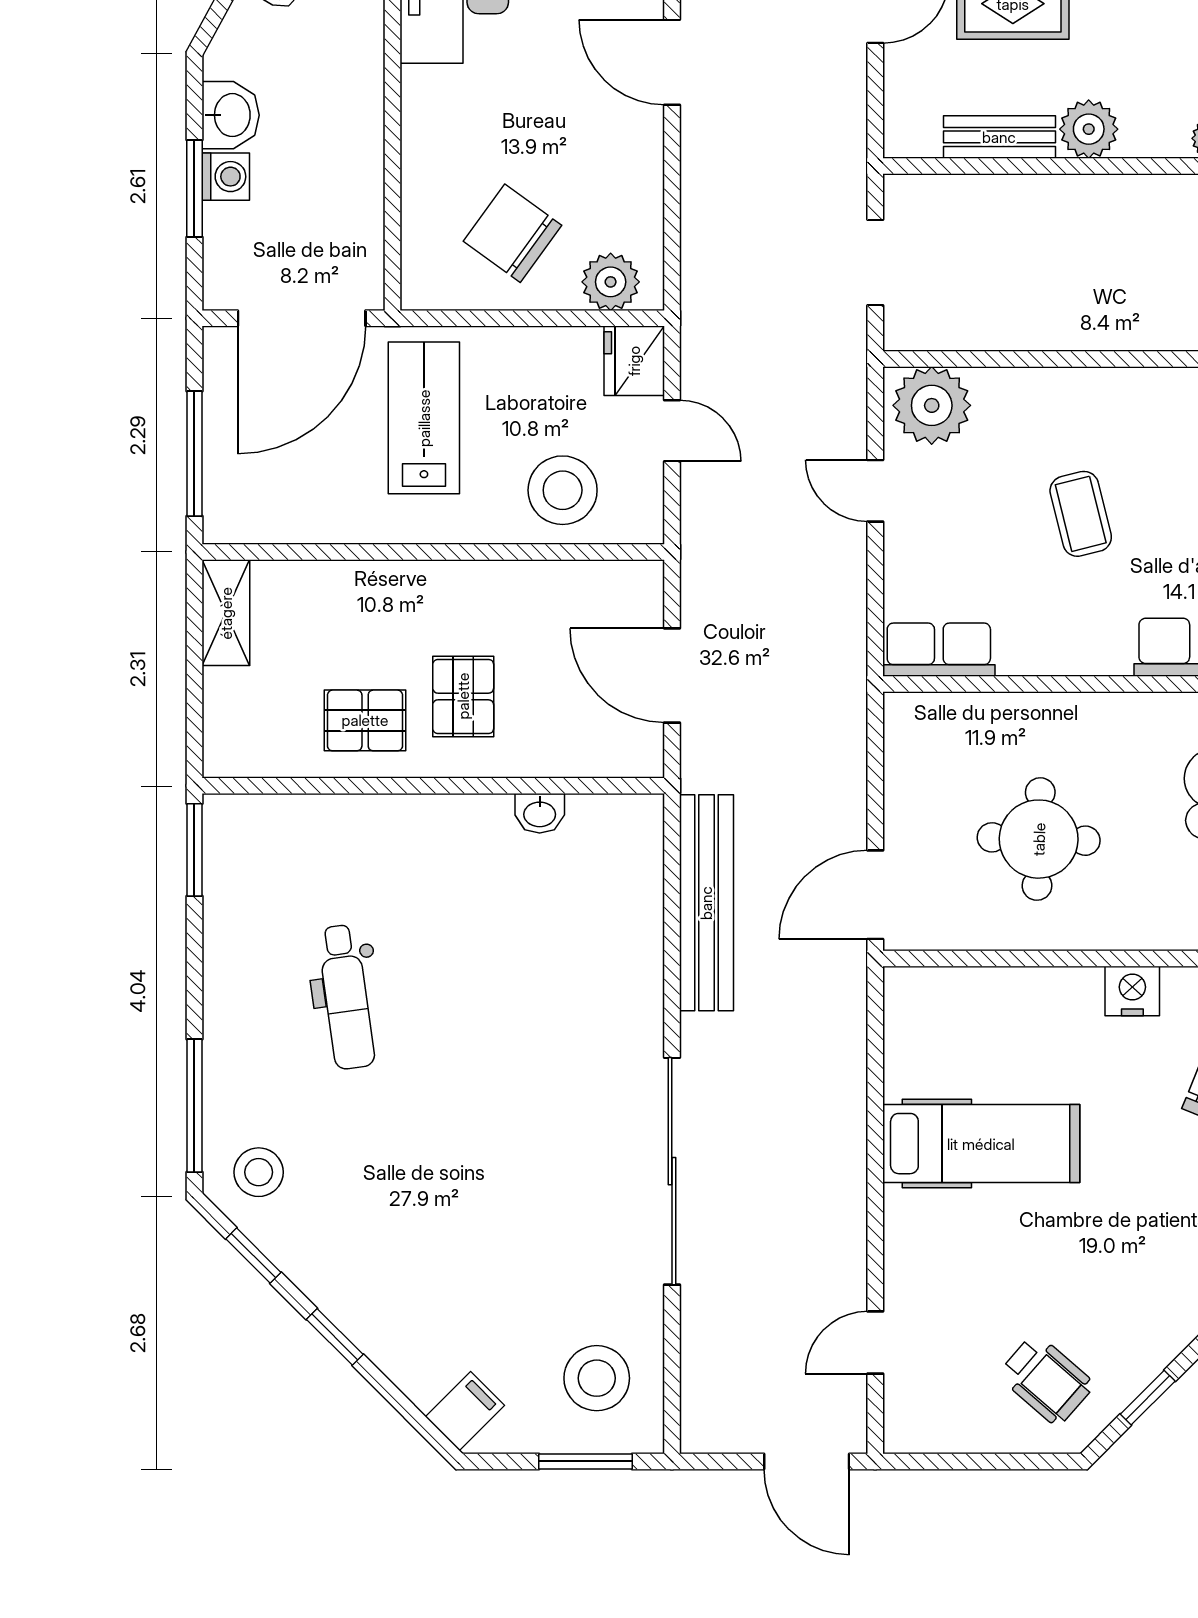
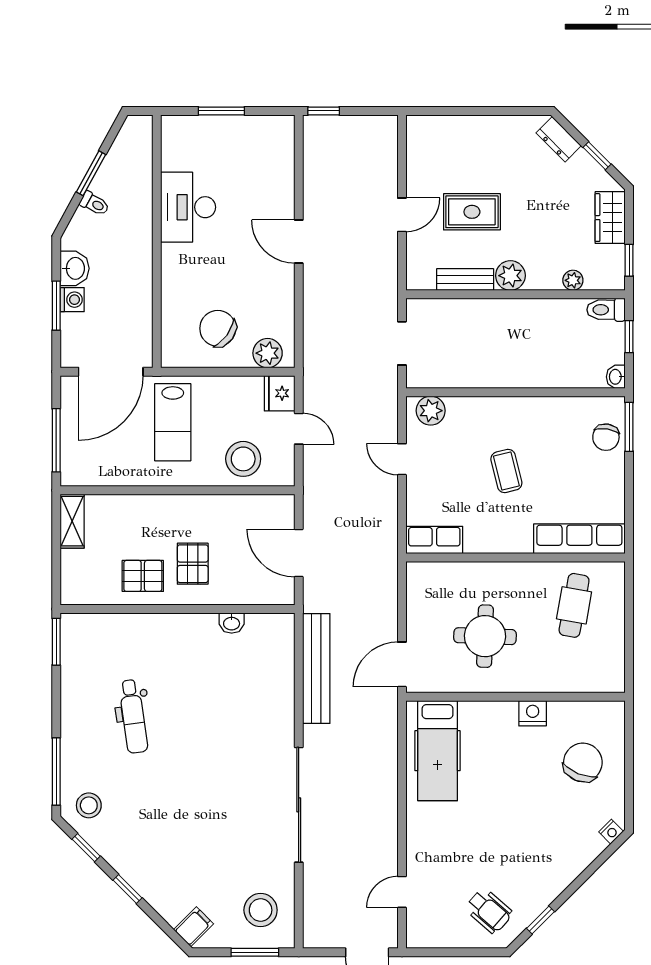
plant: (932, 405) -> (431, 411), width x0.73, depth x0.73
lab bench: (424, 418) -> (173, 422), turned 180
hospital bed: (981, 1144) -> (438, 751), moved, turned 90

